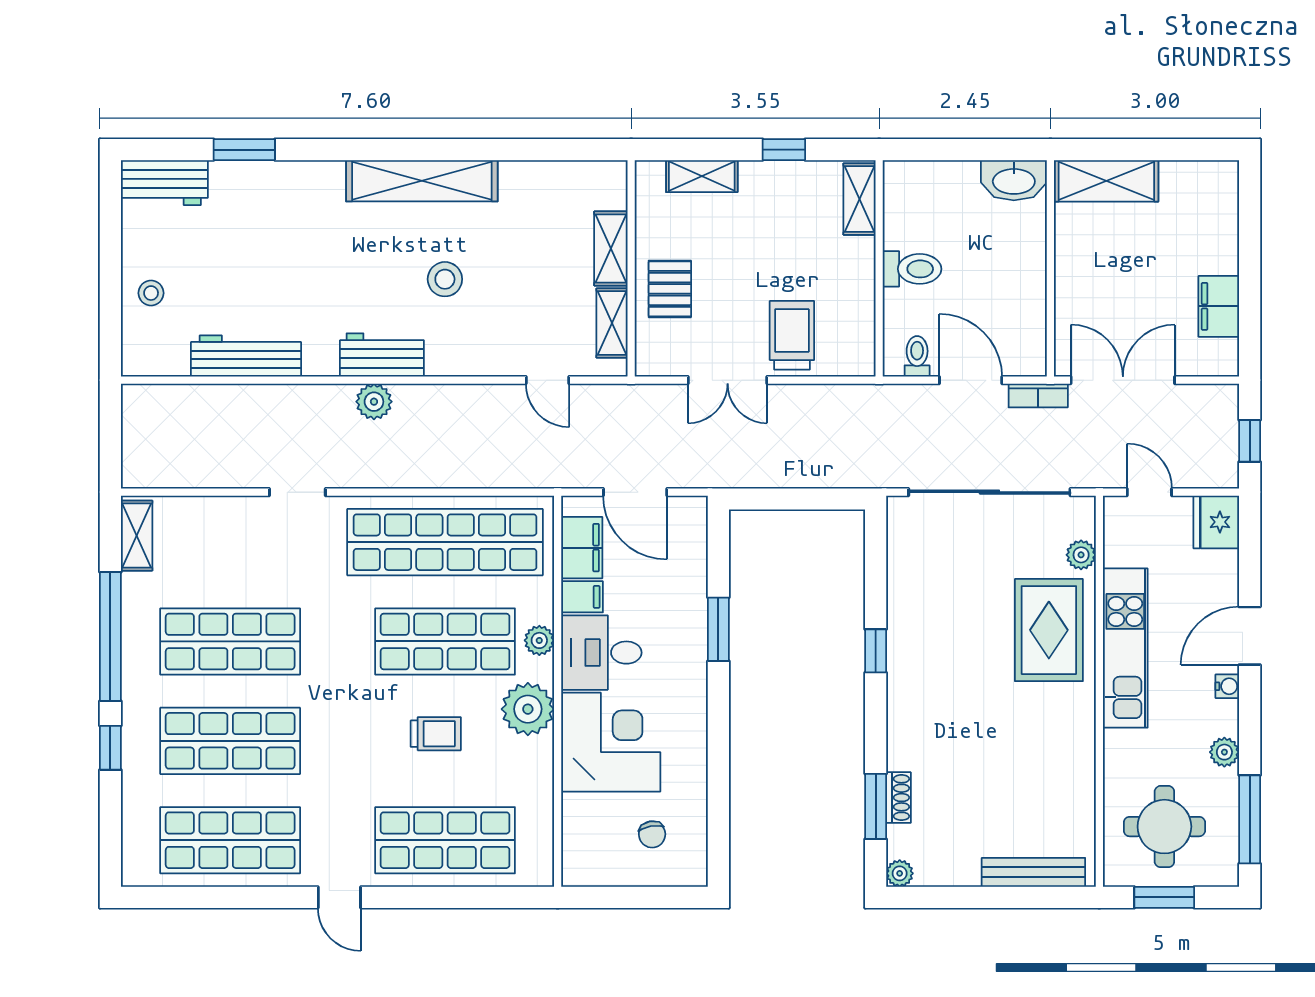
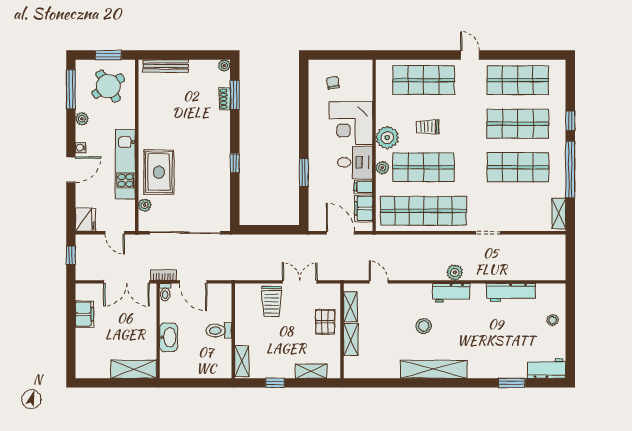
washbasin: (1014, 180) -> (169, 337), moved, turned 90
toilet: (917, 356) -> (165, 292), moved
round table: (1164, 827) -> (108, 86), turned -33

